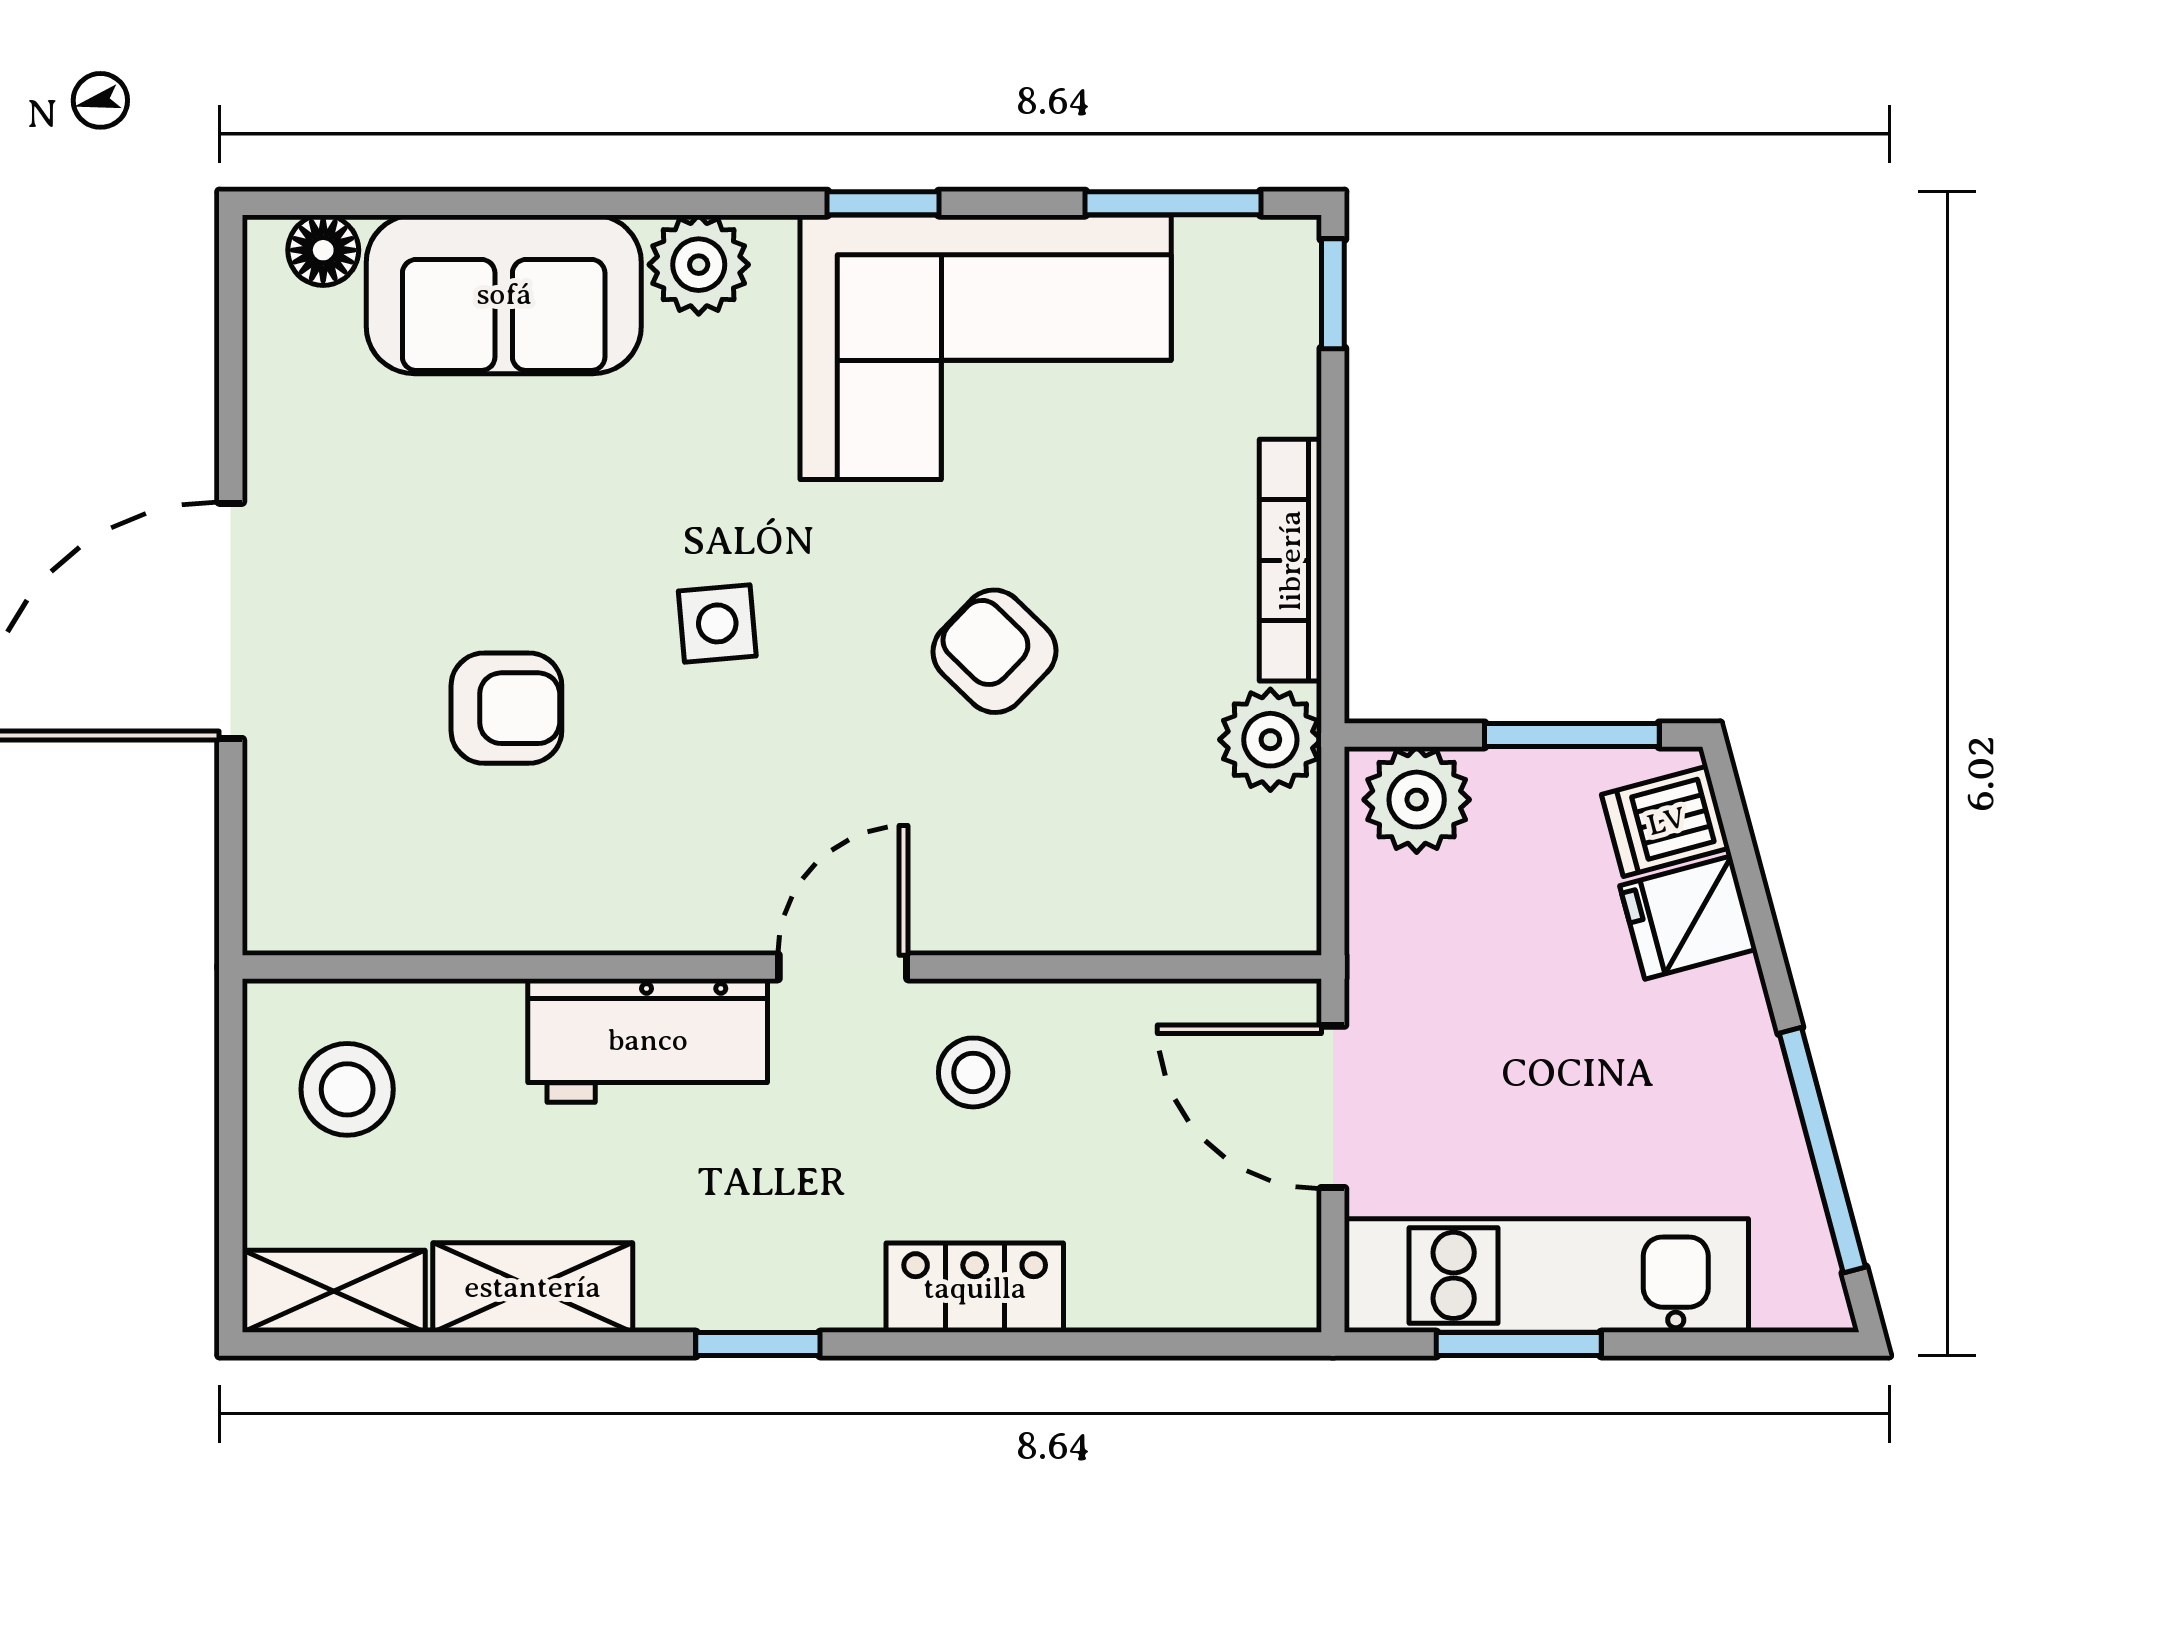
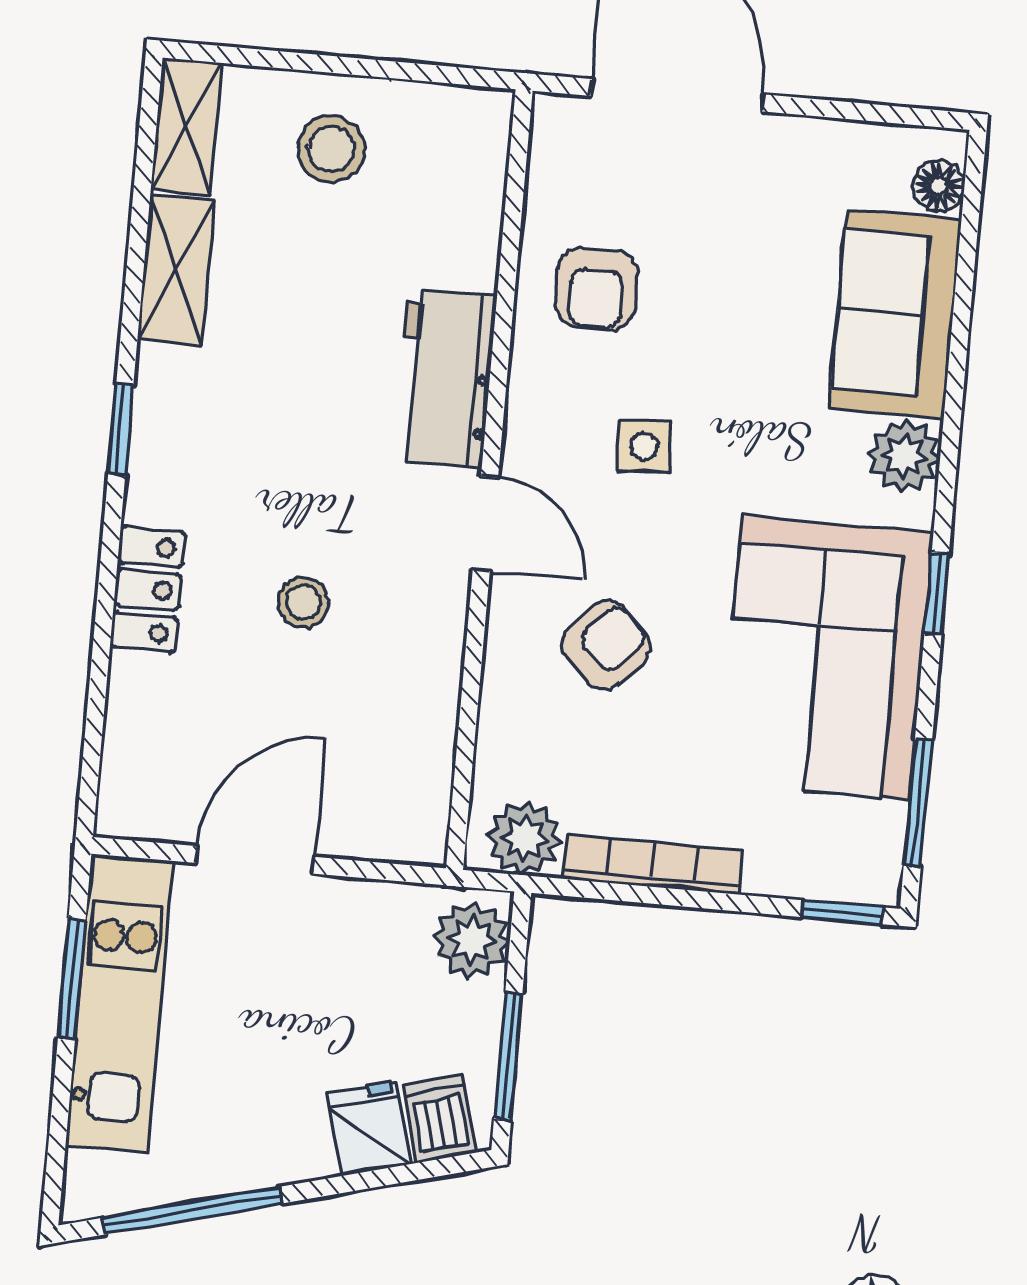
wall: (782, 967) -> (489, 480), moved
door: (843, 967) -> (485, 524), moved
workbench: (648, 1040) -> (445, 378), moved

